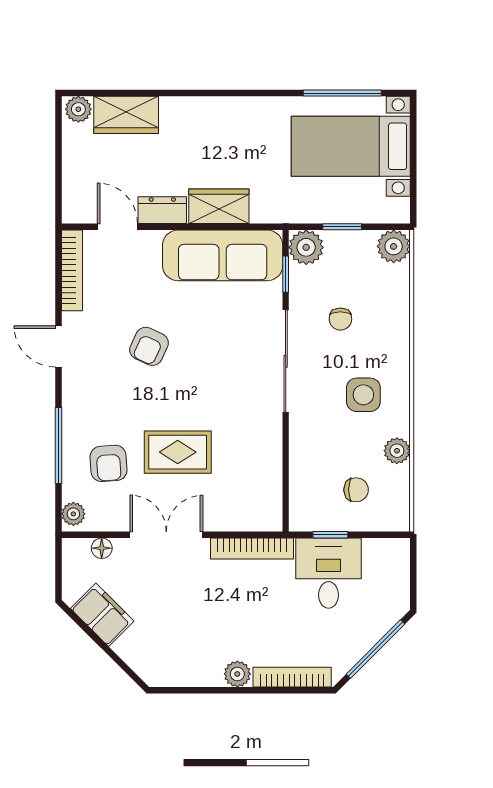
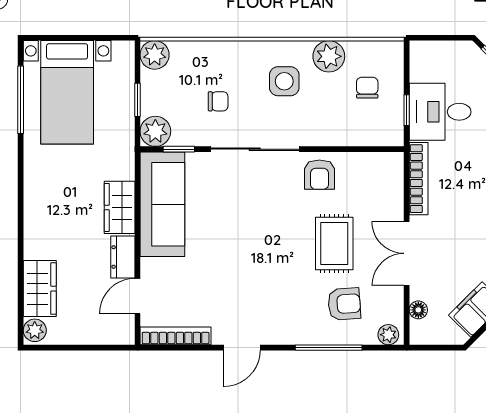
armchair: (149, 346) -> (319, 175), moved, turned 65
plant: (397, 451) -> (329, 56), width x1.38, depth x1.38

